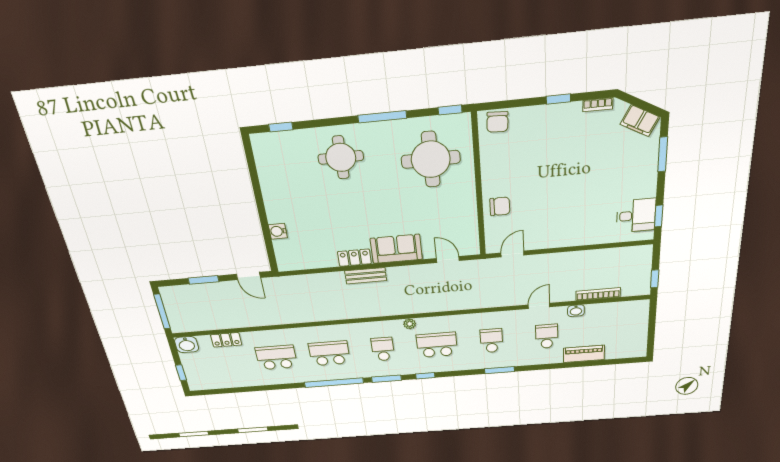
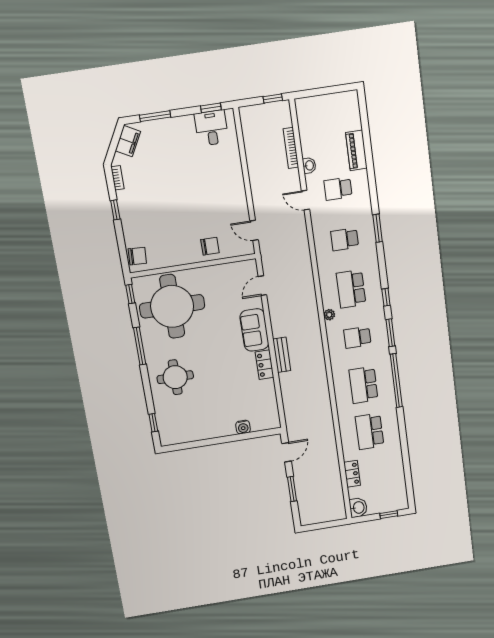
round table: (431, 159) -> (172, 306), width x1.36, depth x1.36
chair: (500, 206) -> (210, 246), turned 90
window: (162, 311) -> (325, 525), removed

